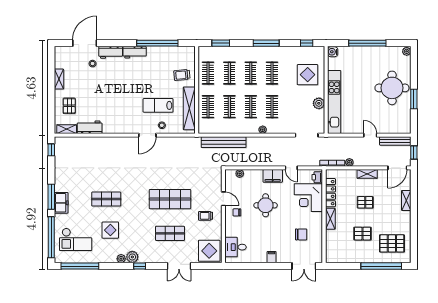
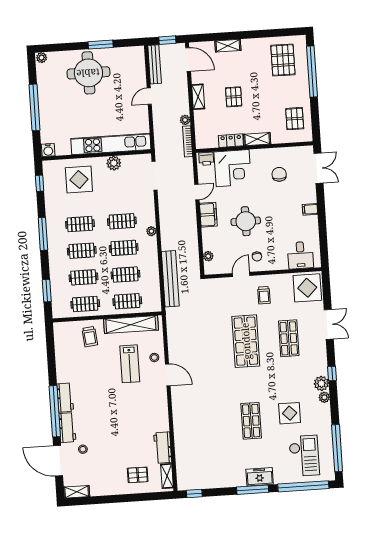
window: (157, 43) -> (55, 411), moved
shelving: (59, 79) -> (77, 492), moved
locker: (330, 193) -> (231, 141), width x0.66
pallet: (363, 234) -> (295, 119), moved

